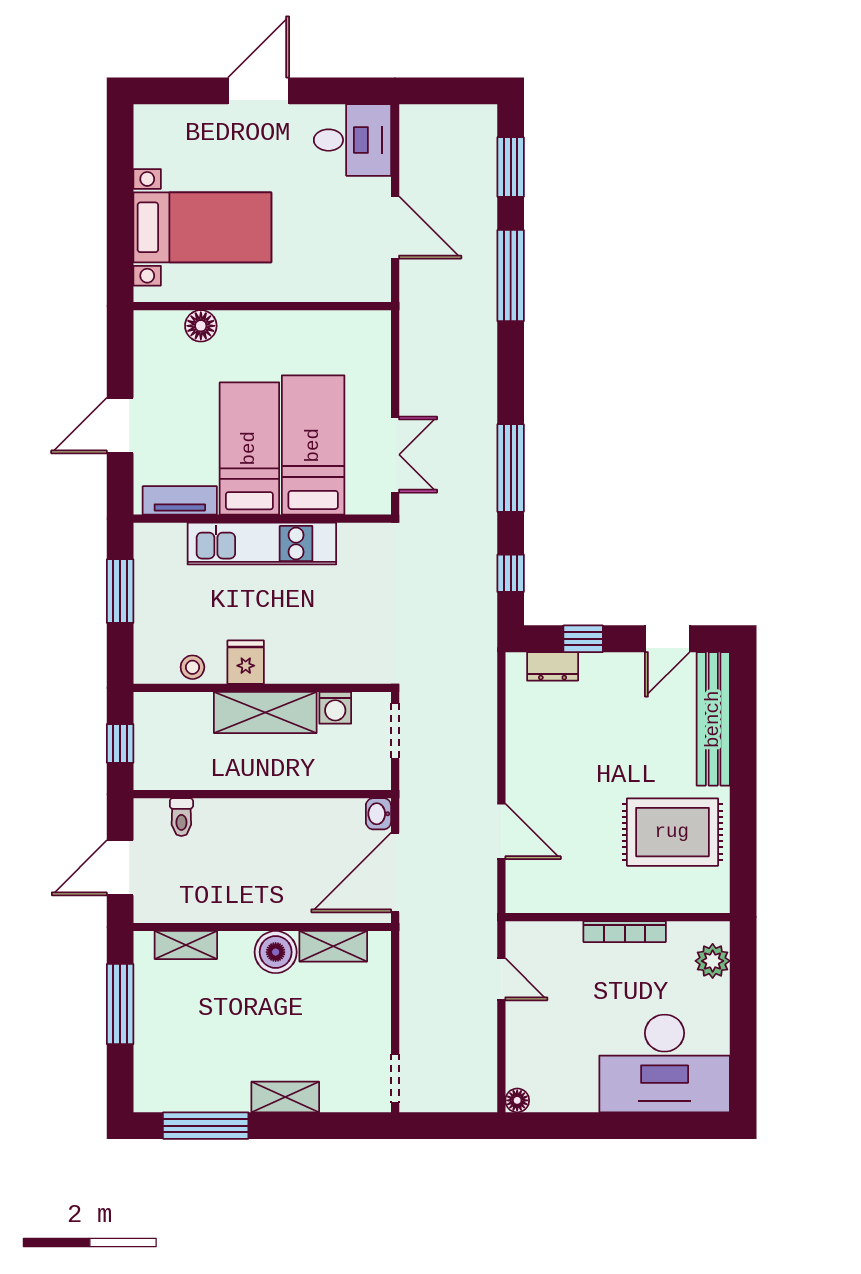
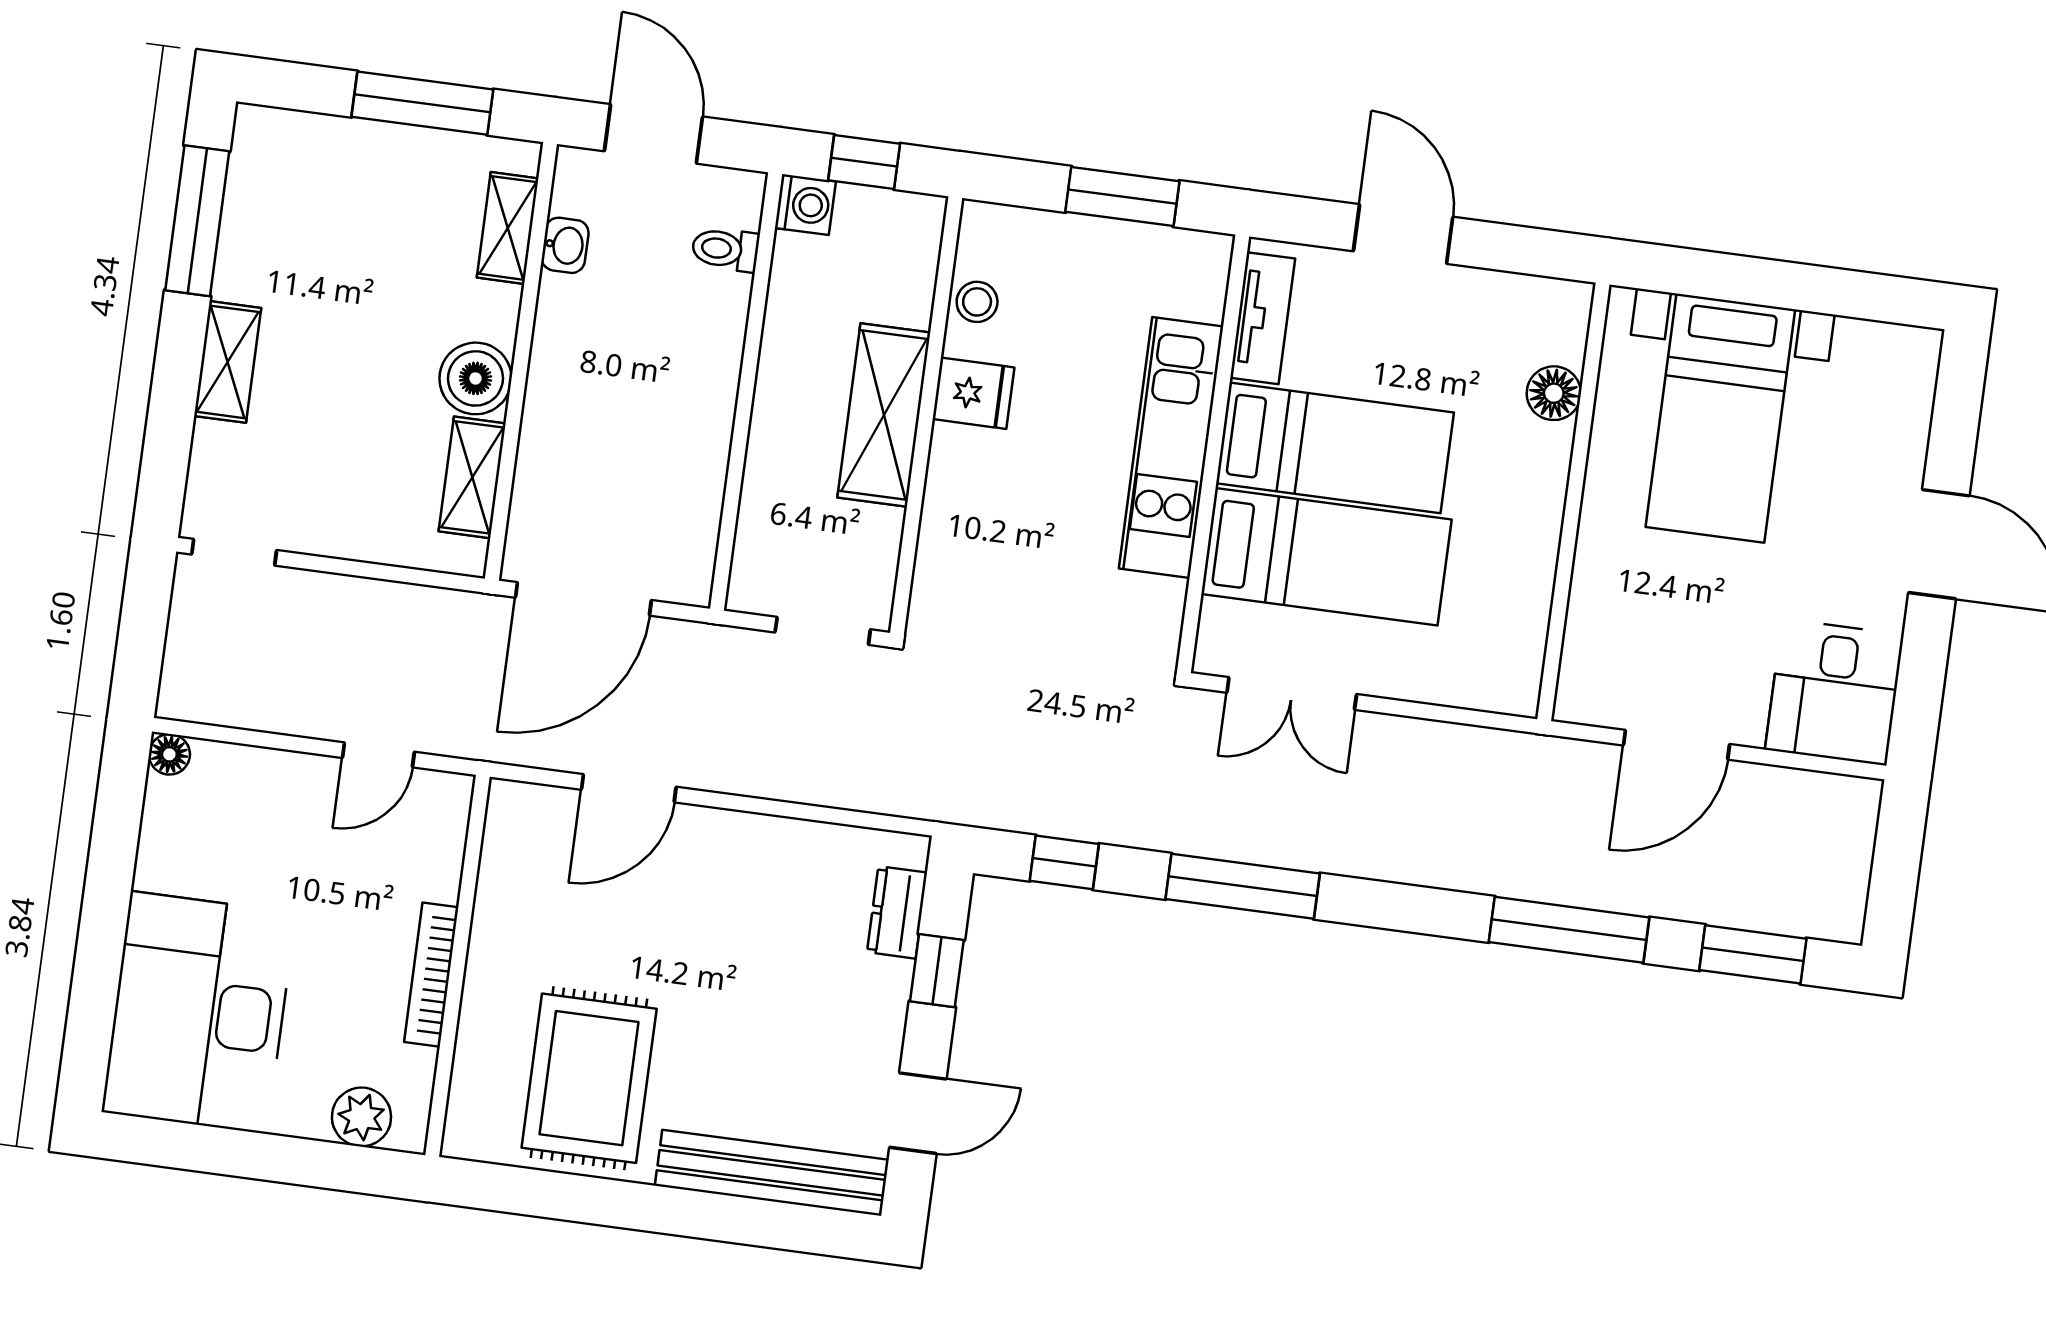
door: (667, 639) -> (918, 1113), swing flipped
washing machine: (335, 708) -> (805, 205), moved, turned 180
washbasin: (378, 814) -> (565, 245), moved, turned 90
door: (395, 872) -> (583, 599), swing flipped

